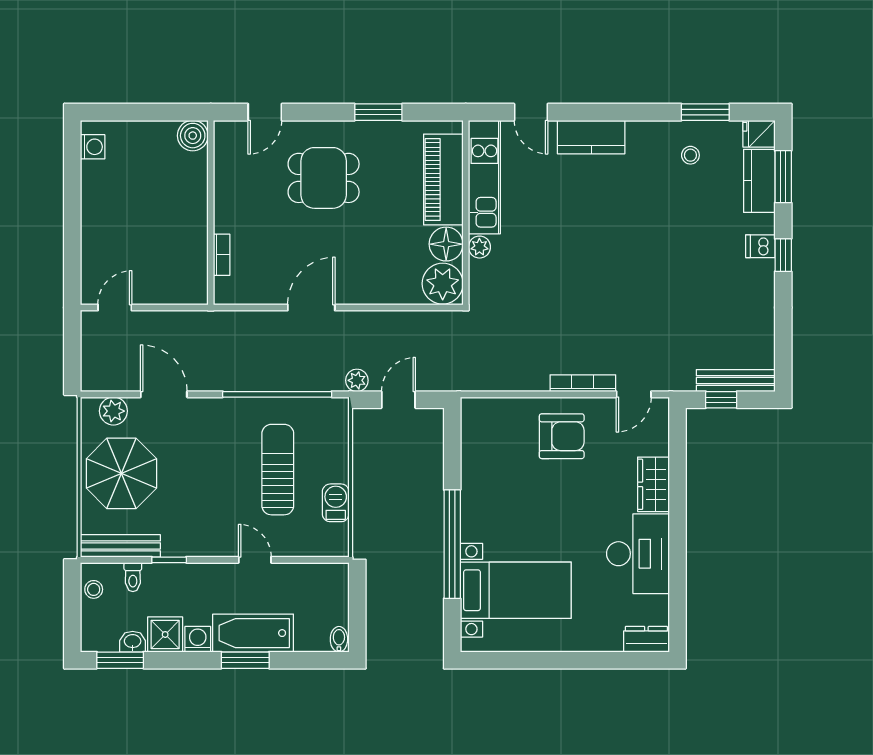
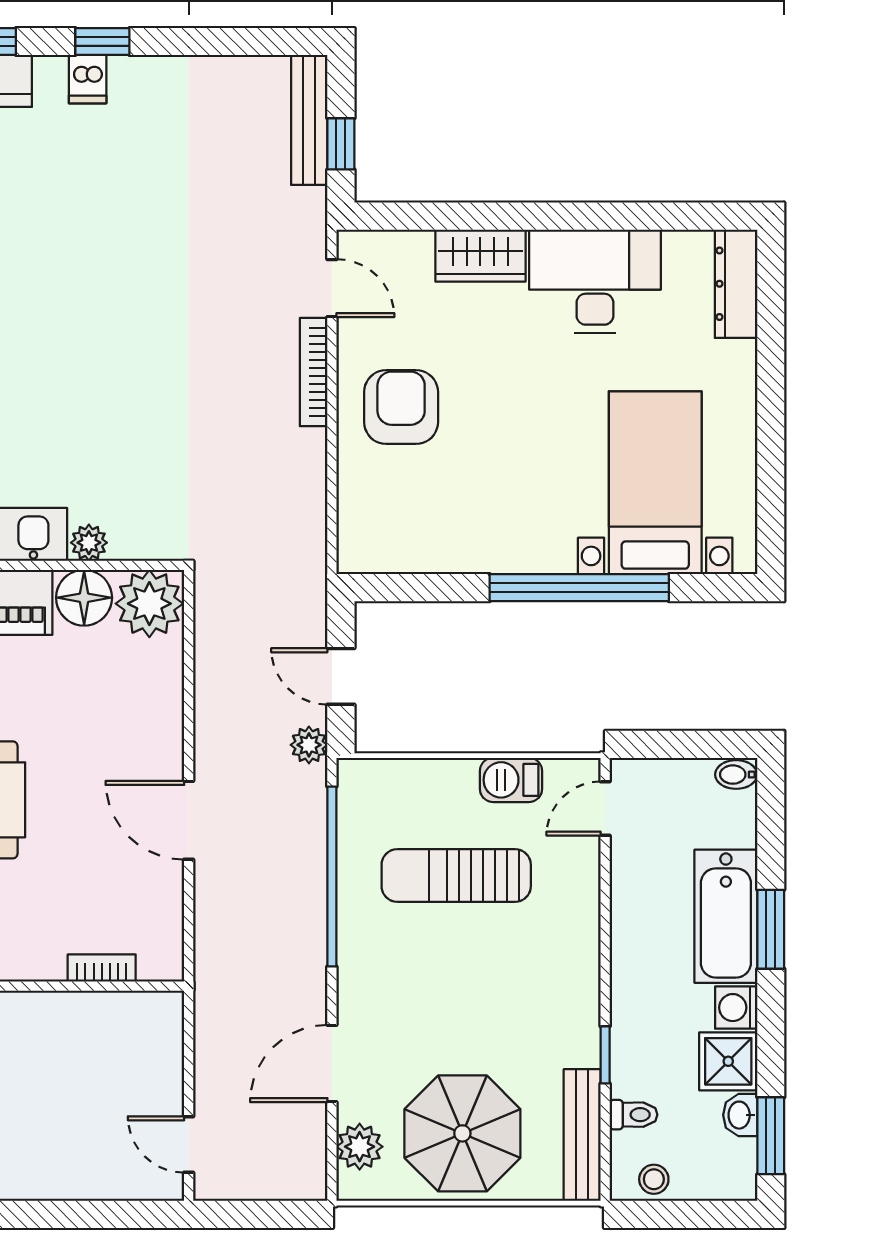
door: (255, 560) -> (605, 809), moved
dresser: (646, 639) -> (736, 284), width x1.44

